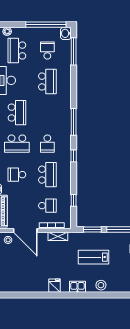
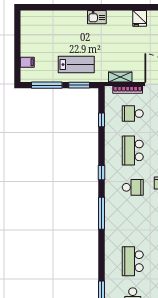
school desk: (47, 144) -> (133, 187), turned 90
lab bench: (93, 257) -> (76, 65), moved
stool: (101, 285) -> (69, 19), removed
fridge: (55, 286) -> (140, 18), moved

